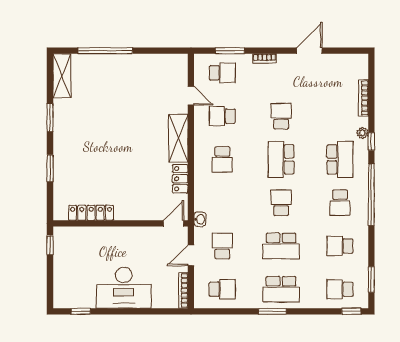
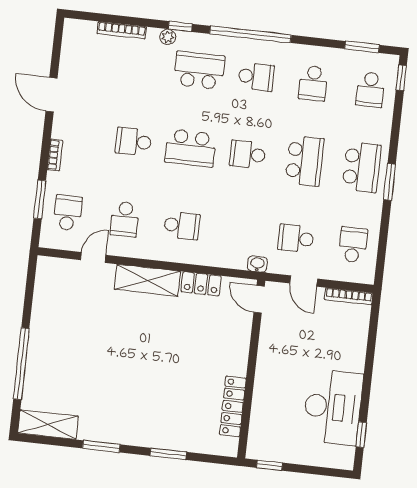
desk: (124, 288) -> (333, 407), moved

